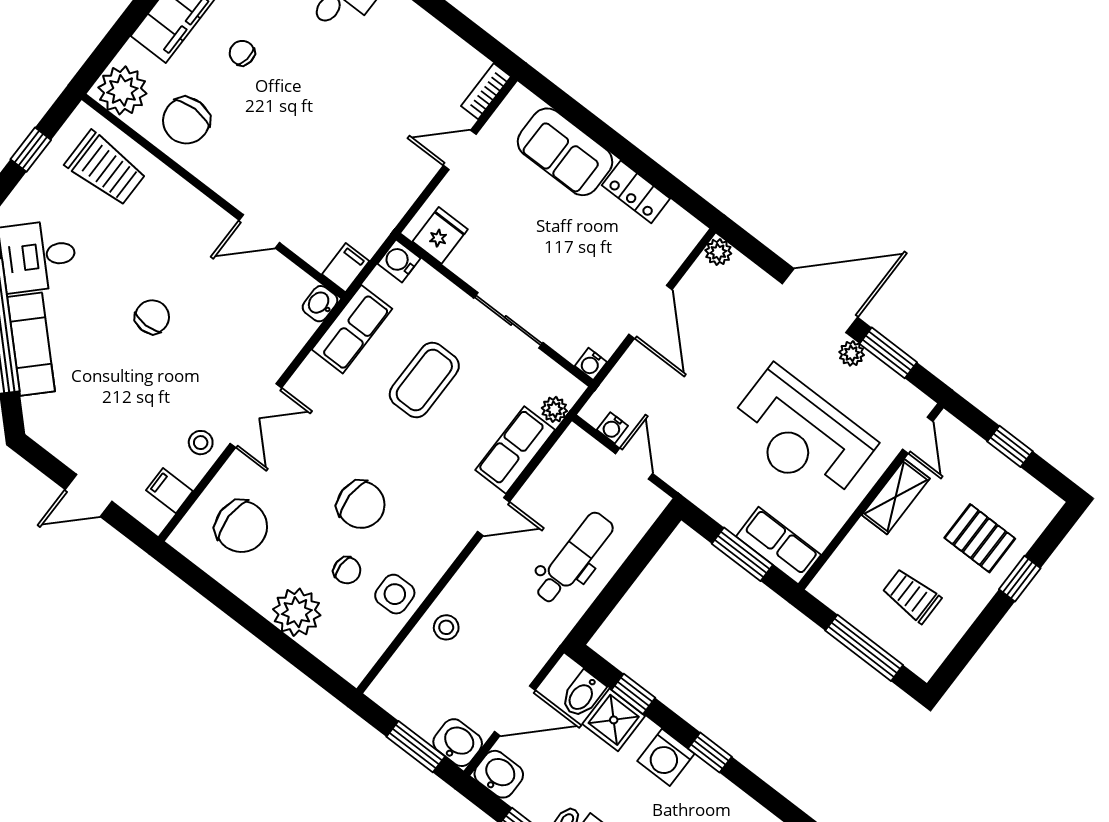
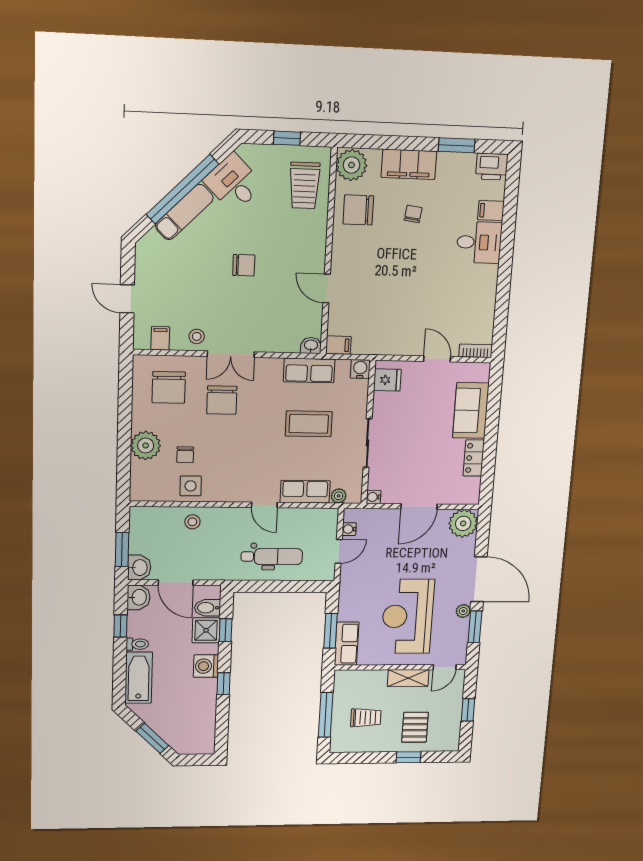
plant: (718, 252) -> (463, 523), width x1.88, depth x1.88
chair: (361, 505) -> (222, 400), moved
trolley: (912, 596) -> (366, 718), turned 90

